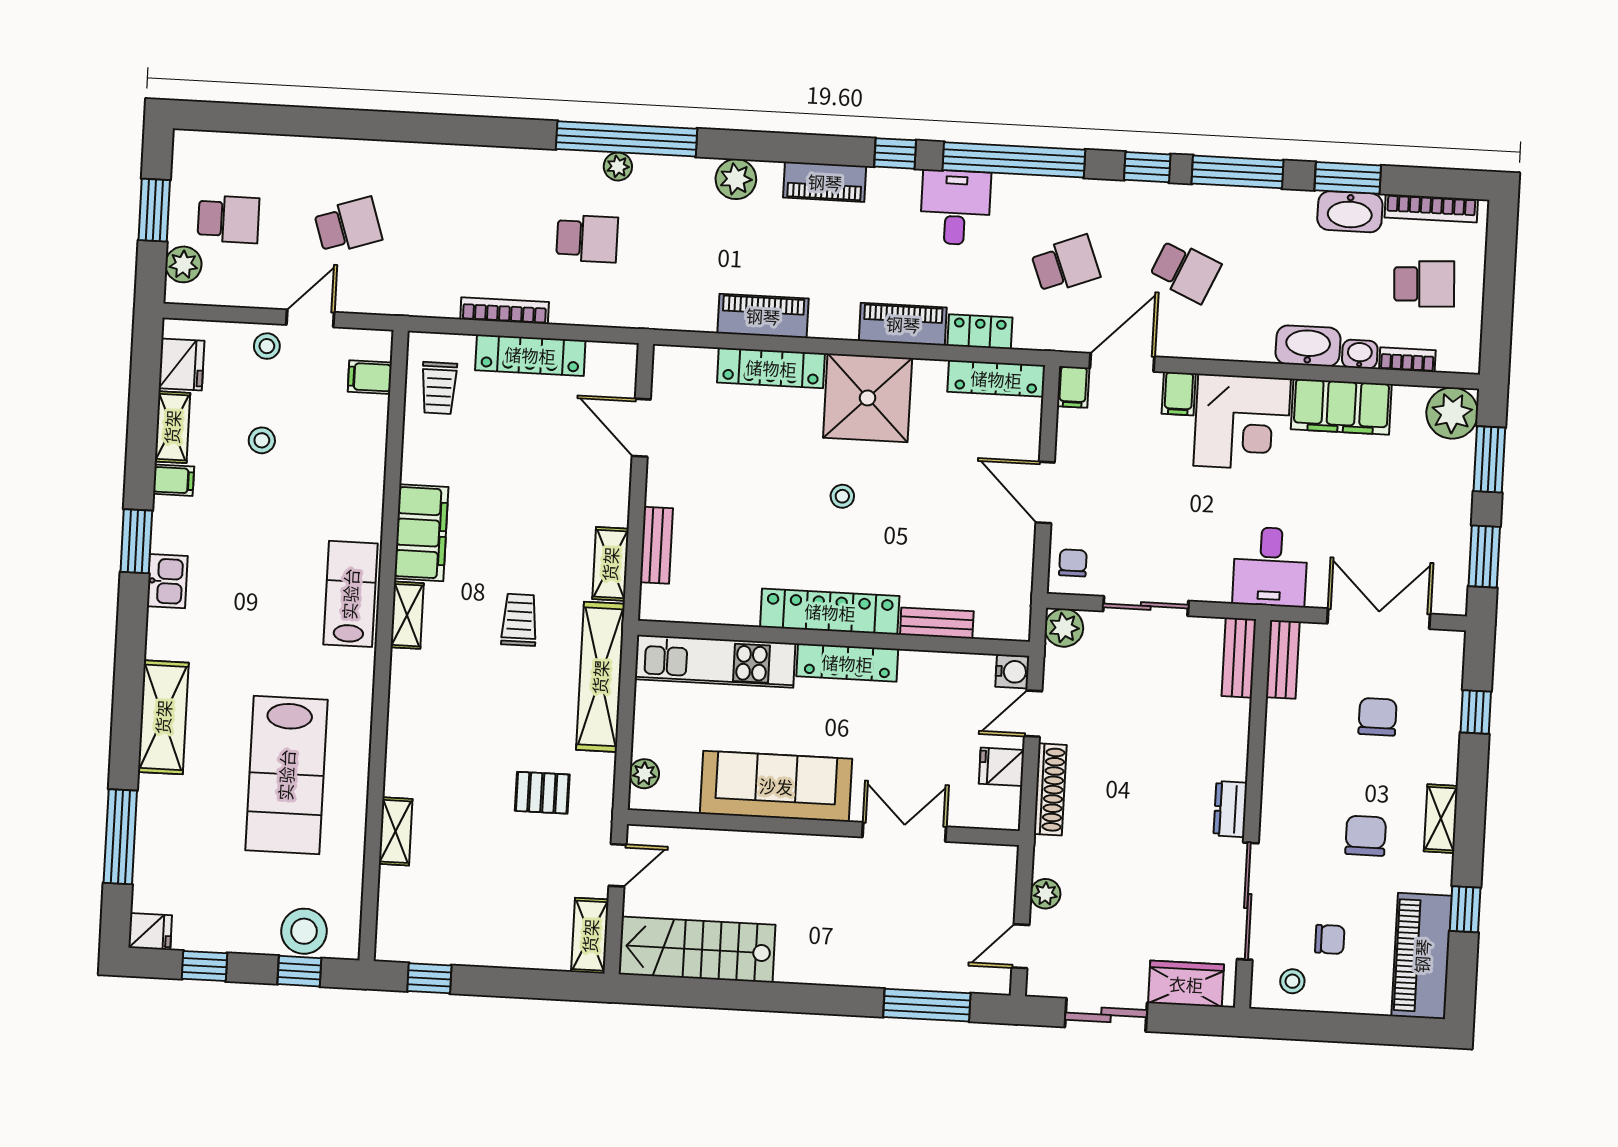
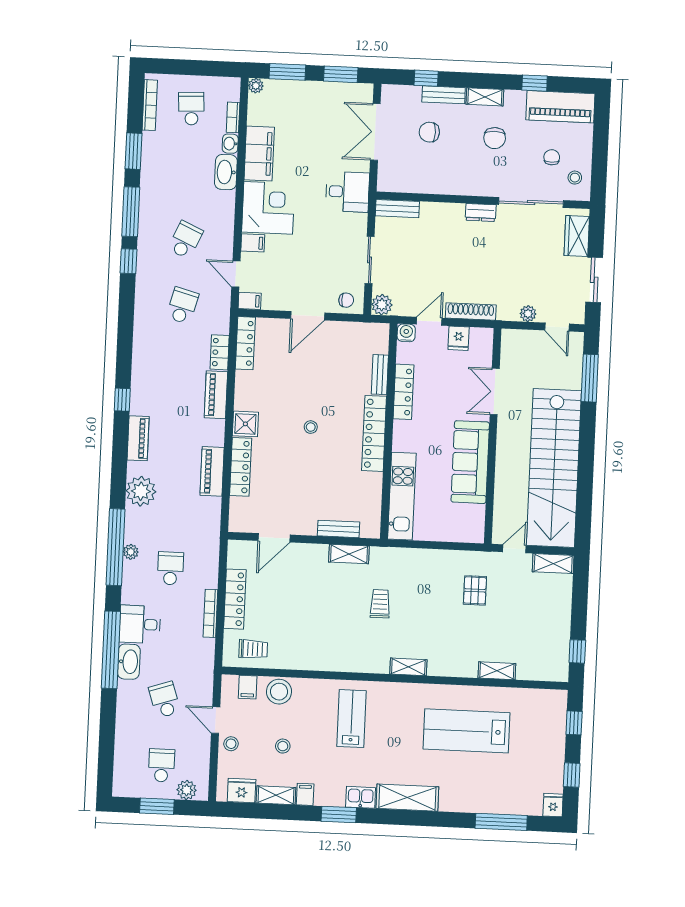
window: (1014, 160) -> (111, 650), moved
plant: (736, 179) -> (141, 491), width x1.36, depth x1.36
desk: (955, 207) -> (140, 624), moved
washbasin: (1350, 212) -> (129, 662), moved
school desk: (1066, 264) -> (182, 306), turned 36
door: (1122, 362) -> (236, 274), width x0.73
shower: (868, 398) -> (245, 424), width x0.54, depth x0.54
plant: (1452, 413) -> (256, 86), width x0.53, depth x0.53
filing cabinet: (421, 533) -> (333, 658), removed
chair: (1073, 563) -> (346, 300), turned 180
lab bench: (350, 594) -> (351, 719), moved, turned 90
shelving: (407, 615) -> (408, 667), moved
trolley: (519, 620) -> (380, 604), turned 90
bench: (1283, 659) -> (444, 95), moved
locker: (847, 663) -> (404, 392), moved
shelving: (600, 677) -> (411, 559), removed
door: (1033, 714) -> (429, 321), swing flipped
shelving: (163, 717) -> (407, 798), moved
plant: (644, 774) -> (464, 534), removed
lab bench: (286, 775) -> (466, 731), turned 180
chair: (1366, 836) -> (495, 138), turned -90
door: (618, 865) -> (514, 549), hinge flipped
stool: (304, 931) -> (279, 692), moved
stairs: (697, 950) -> (554, 468), width x1.86, depth x1.51

